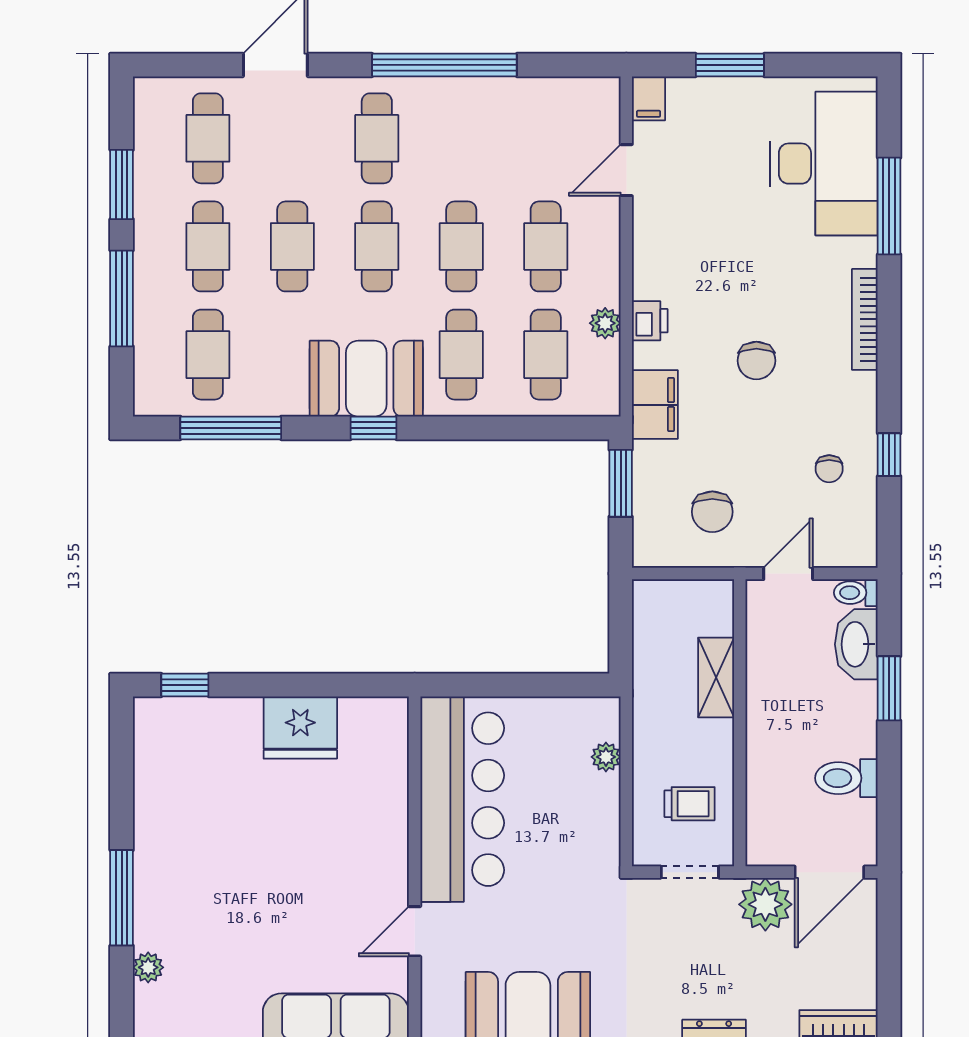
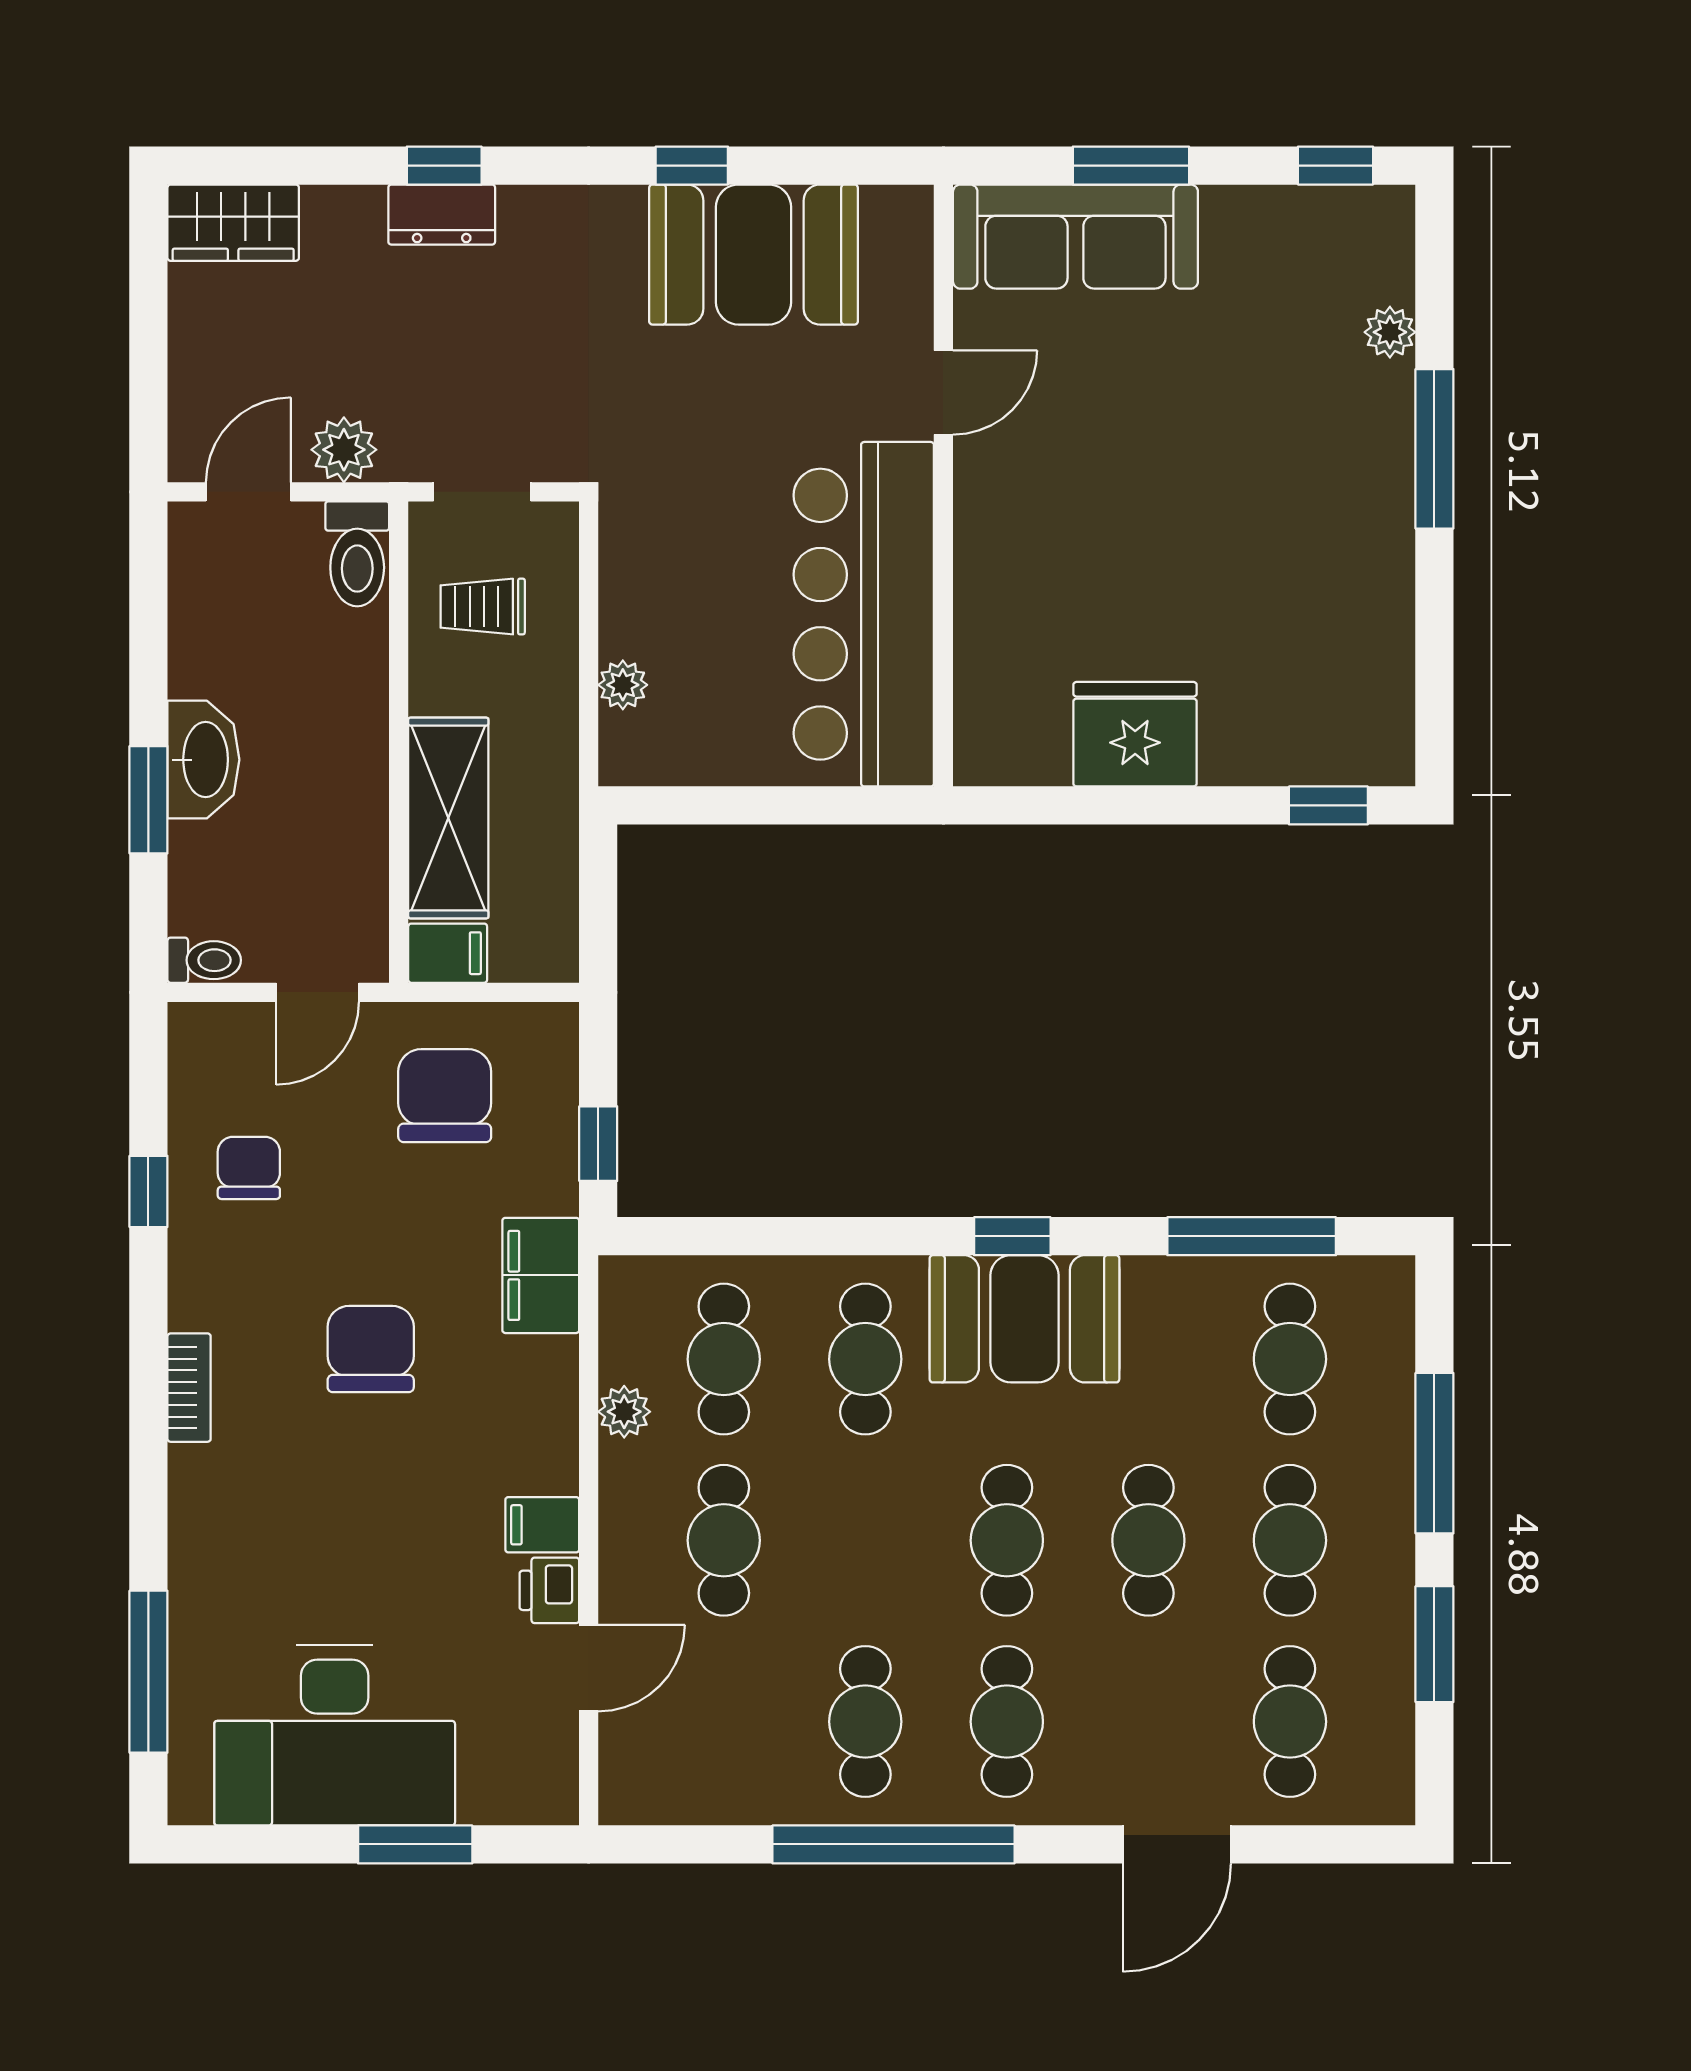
filing cabinet: (649, 98) -> (542, 1525), moved, turned -90
desk: (824, 164) -> (335, 1735), moved, turned -90
window: (889, 206) -> (148, 1672), moved
cafe table: (461, 246) -> (865, 1722), moved
bookcase: (865, 319) -> (189, 1388), width x0.64
printer: (650, 321) -> (549, 1590), moved
chair: (756, 361) -> (371, 1349), width x1.37, depth x1.37
chair: (829, 469) -> (249, 1168), width x1.37, depth x1.37
window: (621, 483) -> (598, 1144), width x0.67
chair: (712, 512) -> (445, 1096), width x1.37, depth x1.37
filing cabinet: (710, 597) -> (448, 953), added
washbasin: (856, 644) -> (203, 760), moved
shelving: (716, 677) -> (448, 818), width x1.50, depth x1.33
toilet: (846, 778) -> (357, 554), moved, turned 90
door: (829, 872) -> (248, 492), width x0.73
plant: (765, 904) -> (344, 450), width x0.73, depth x0.73

